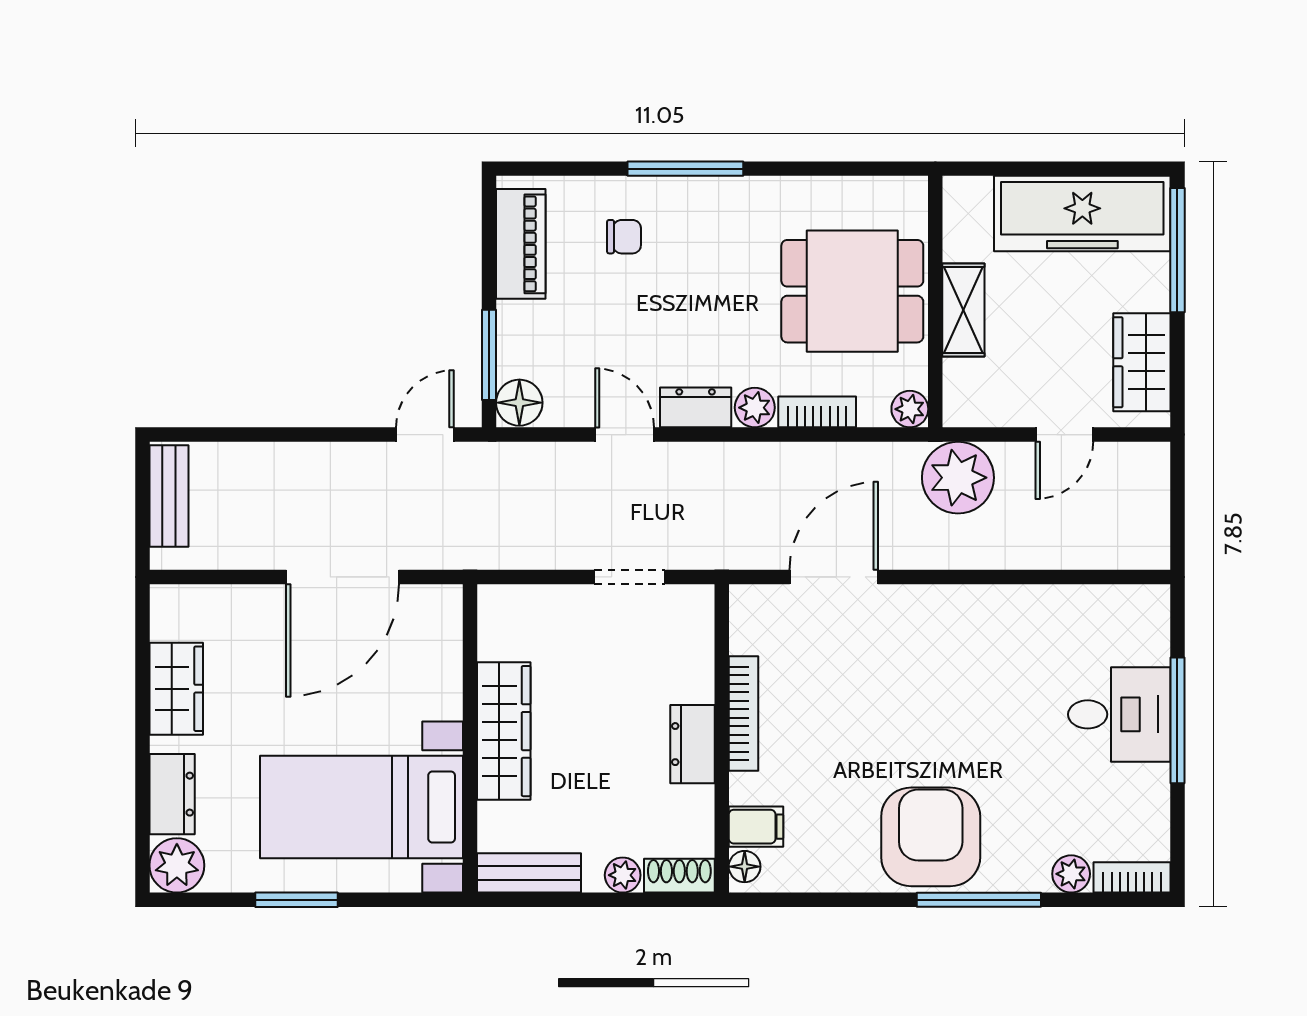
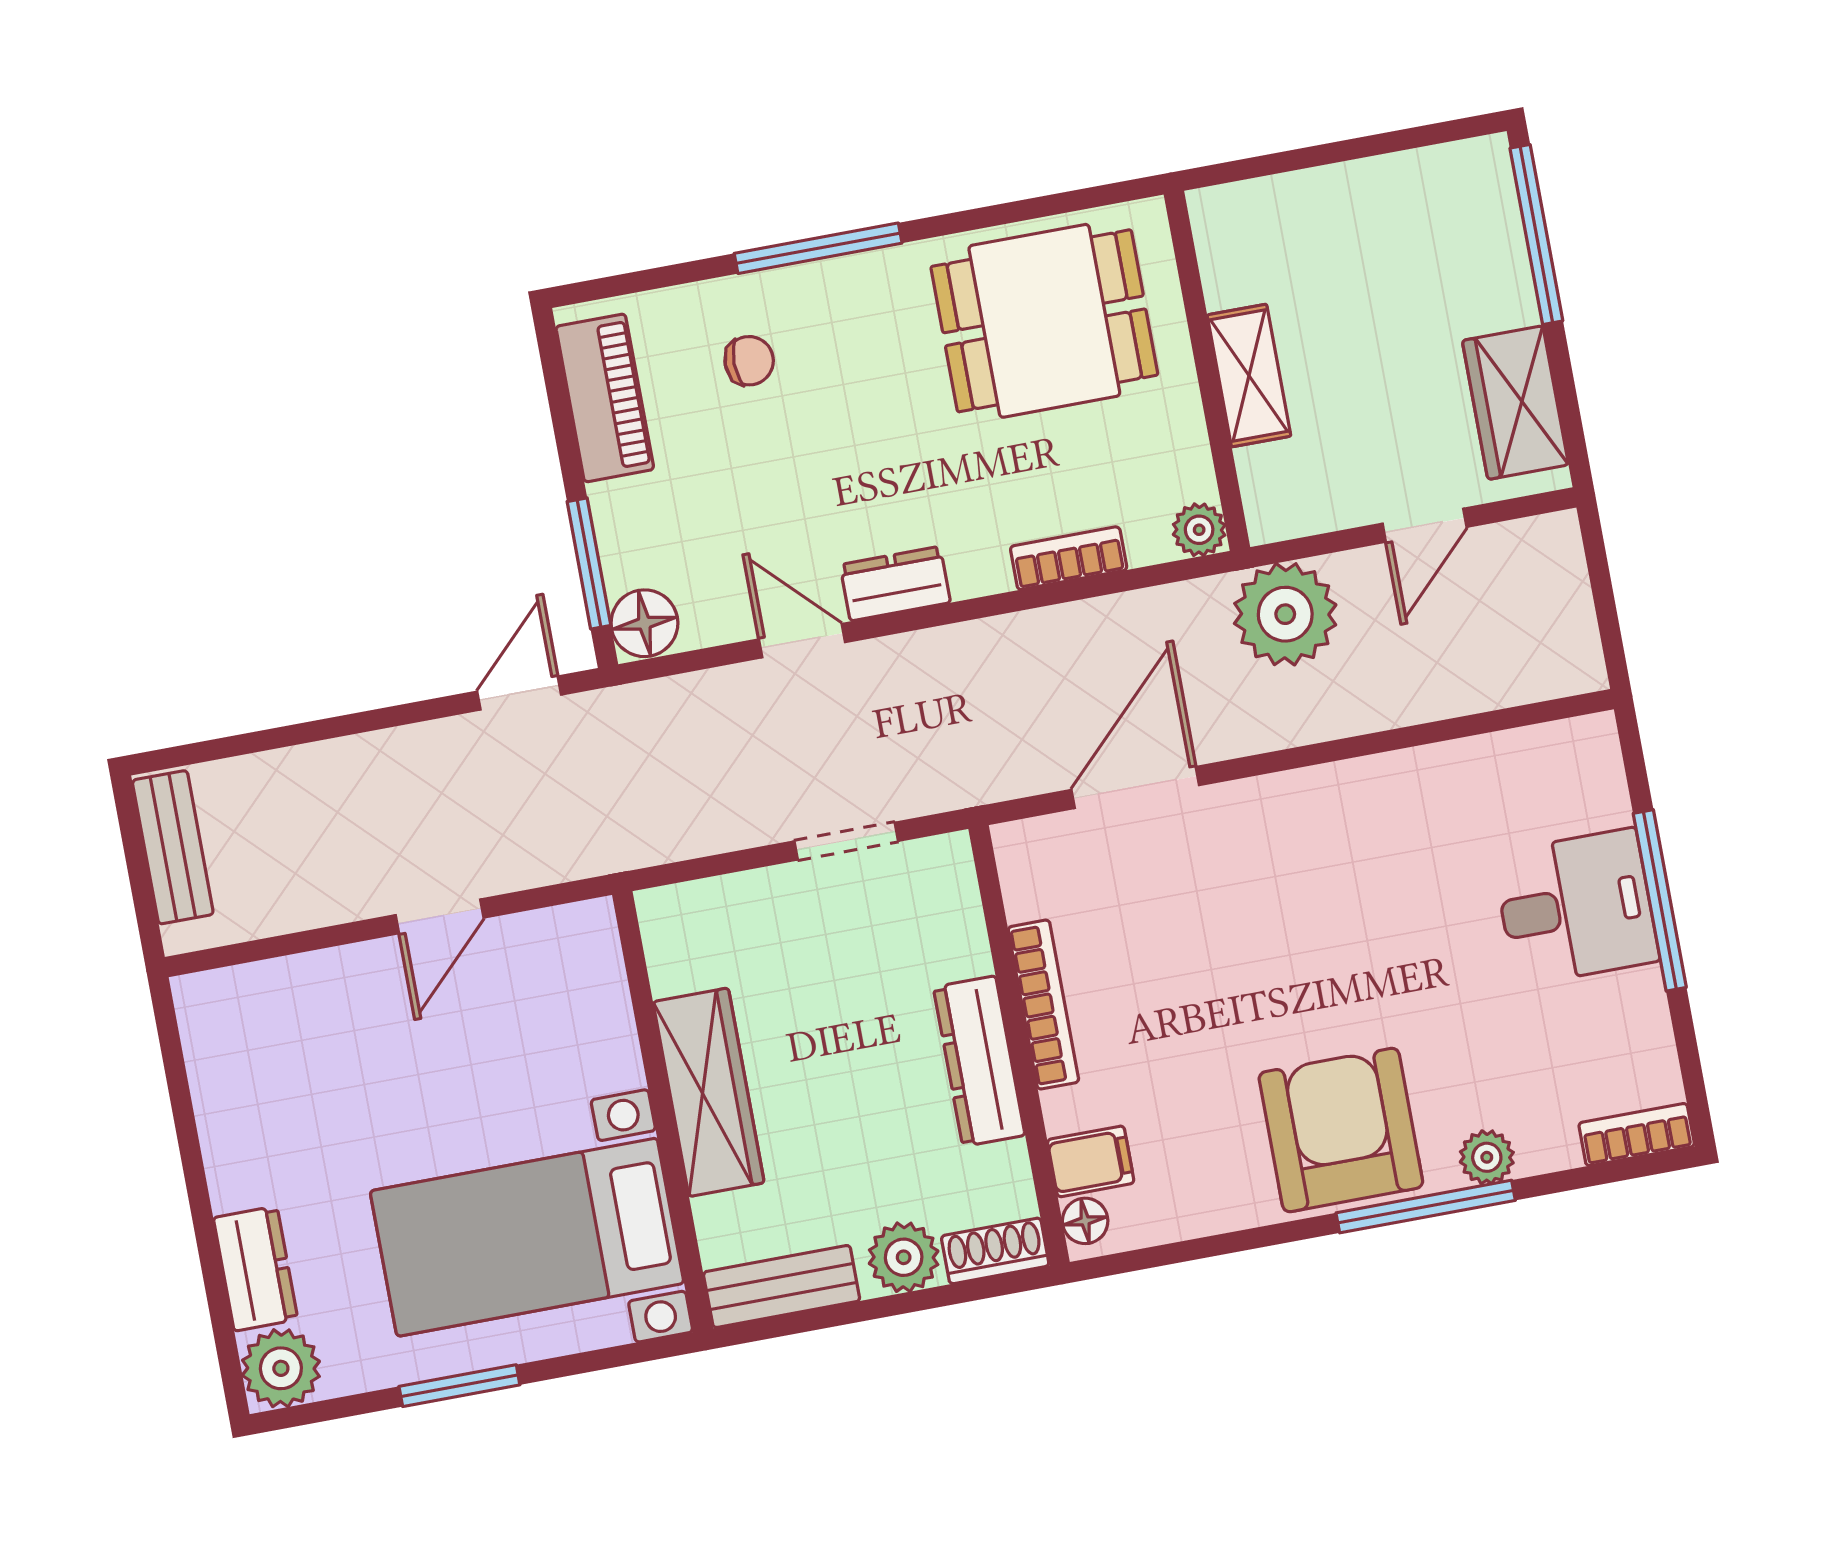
freezer: (1082, 214) -> (1392, 208), removed
dining table: (852, 291) -> (1044, 321), moved
plant: (755, 408) -> (979, 568), removed
door: (342, 577) -> (440, 916), width x0.53
wardrobe: (176, 689) -> (234, 1118), removed
dresser: (692, 744) -> (979, 1061), width x1.44
plant: (1071, 874) -> (1487, 1157), moved
plant: (623, 875) -> (904, 1257), width x1.38, depth x1.38

